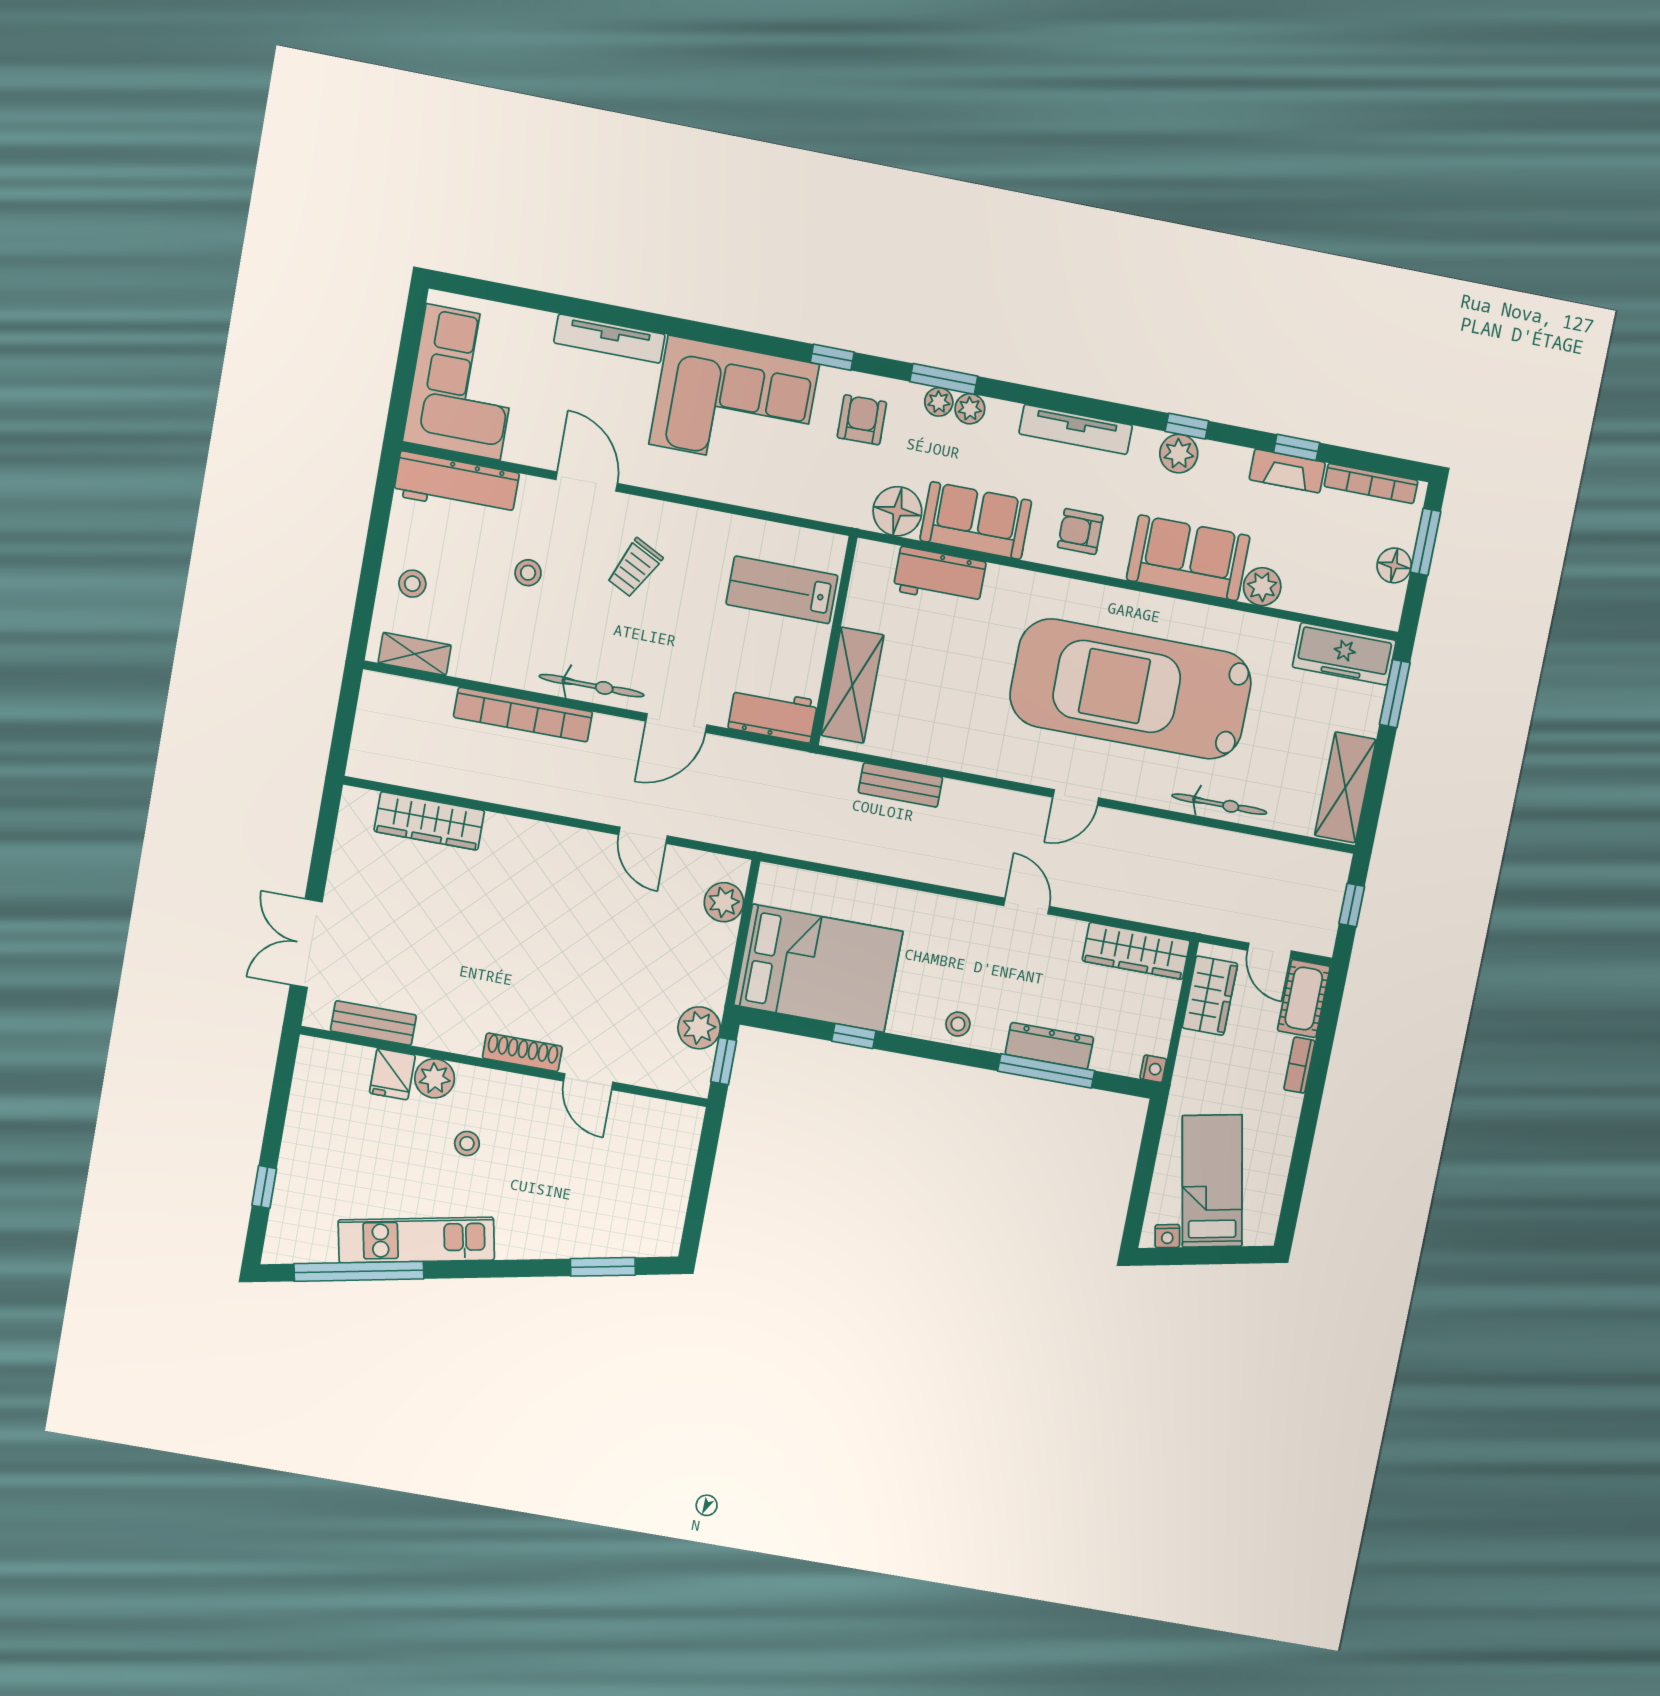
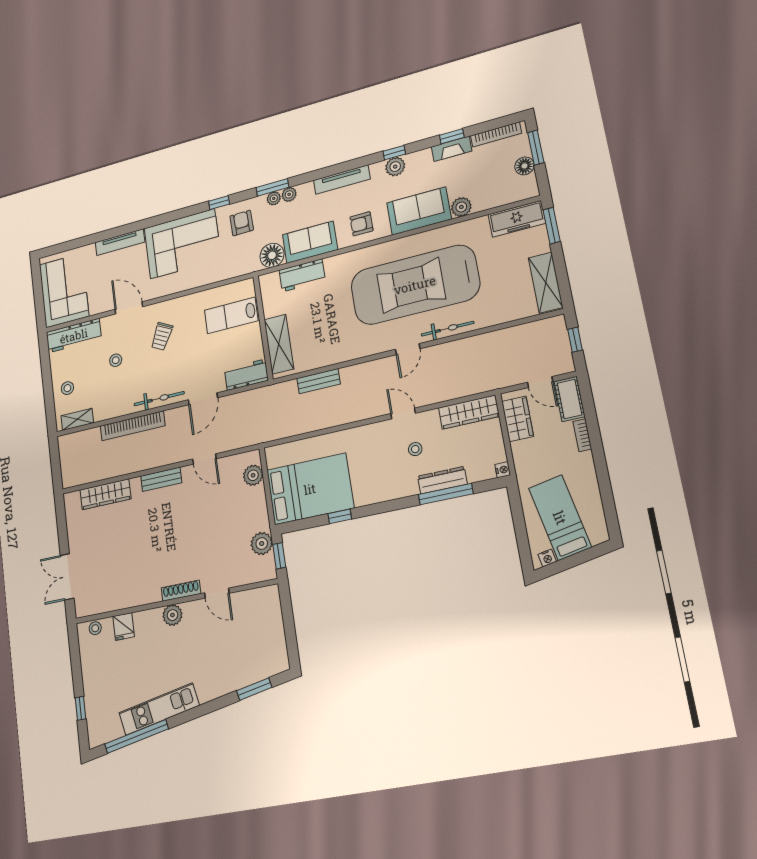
bicycle: (1219, 804) -> (448, 329), moved
bench: (373, 1023) -> (161, 479), moved
stool: (958, 1024) -> (415, 449), moved
plant: (435, 1078) -> (172, 615), moved
stool: (467, 1143) -> (95, 628), moved

